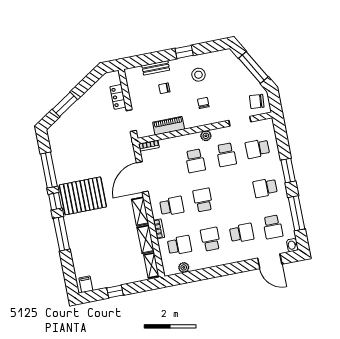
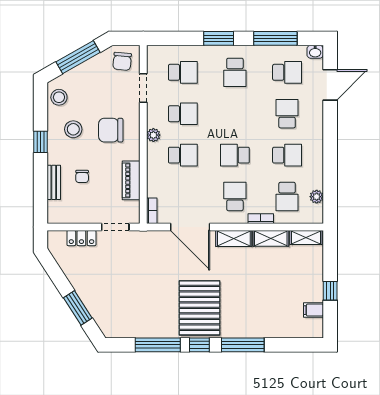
stool: (220, 59) -> (59, 97), added
chair: (203, 103) -> (111, 130), width x1.87, depth x1.87
school desk: (257, 149) -> (183, 72), turned -90
school desk: (211, 239) -> (287, 155), turned 180
school desk: (179, 245) -> (287, 196), turned 180
filing cabinet: (86, 284) -> (313, 310), moved

